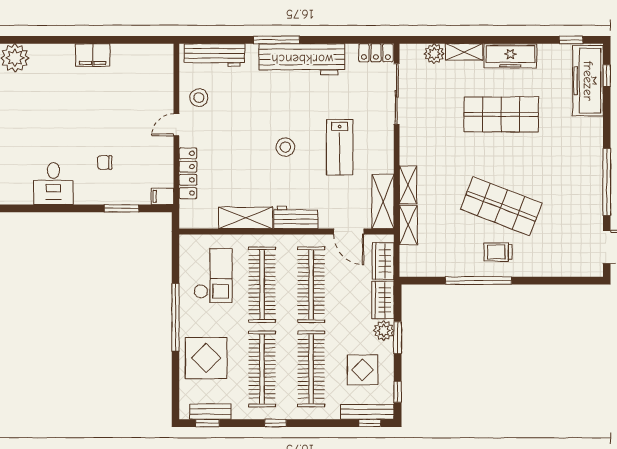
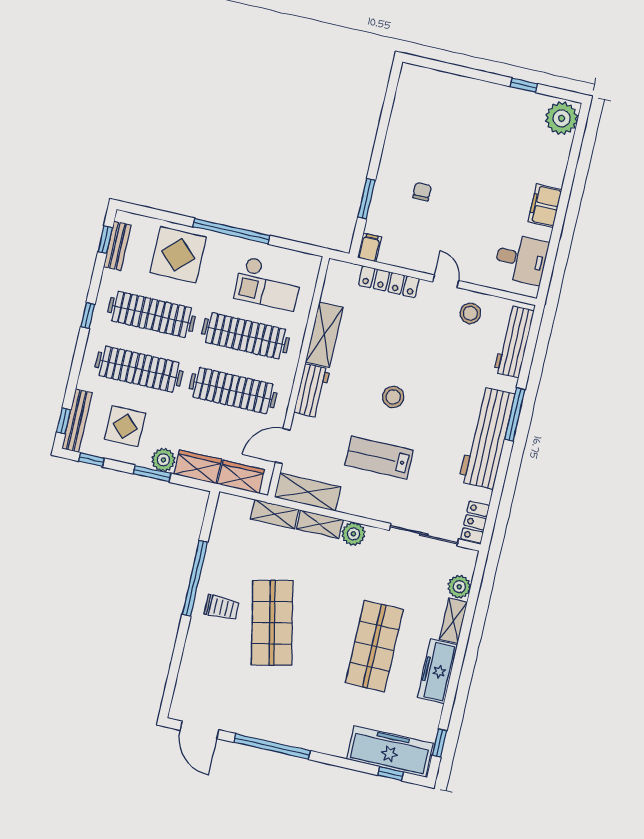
plant: (410, 154) -> (353, 534), added
desk: (53, 184) -> (521, 259), moved, turned 180
shop shelf: (501, 206) -> (272, 623), turned -33
trolley: (498, 252) -> (222, 608), turned 90

